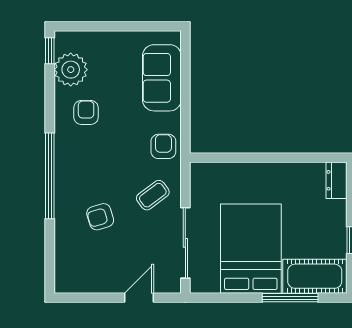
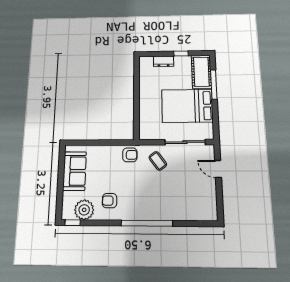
sofa: (162, 78) -> (74, 171), moved, turned -90
armchair: (163, 146) -> (130, 155), turned 180
dresser: (336, 180) -> (163, 61), moved
armchair: (100, 217) -> (171, 192), removed

